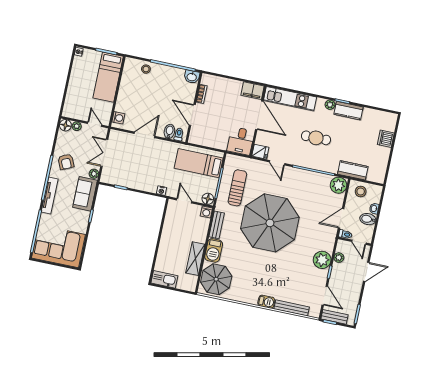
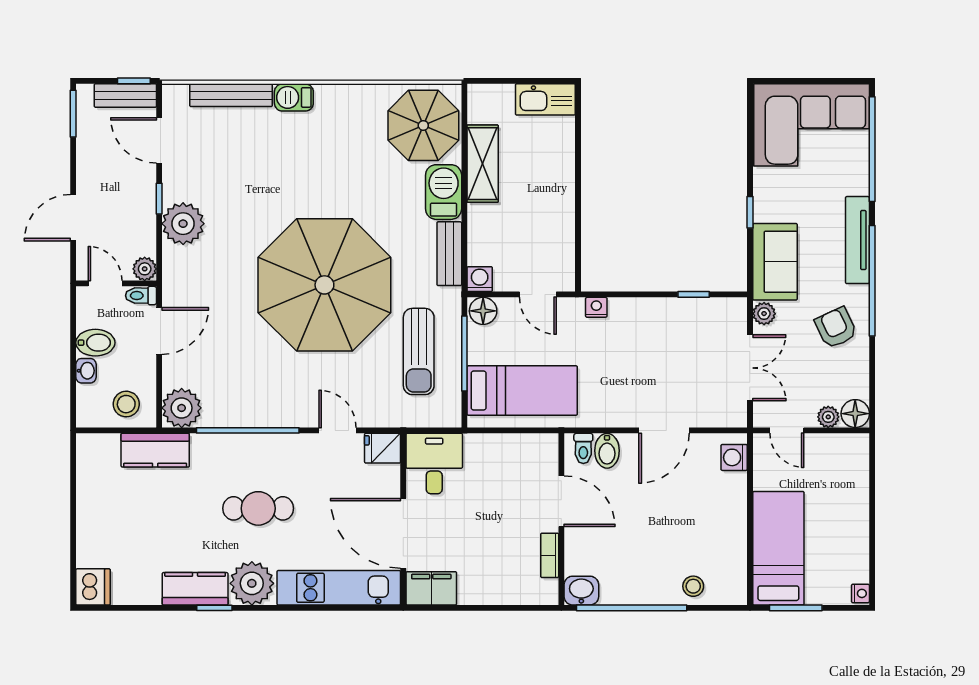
plant: (330, 105) -> (252, 583), width x1.88, depth x1.88
dishwasher: (386, 139) -> (93, 587), moved
plant: (339, 258) -> (145, 269), moved

